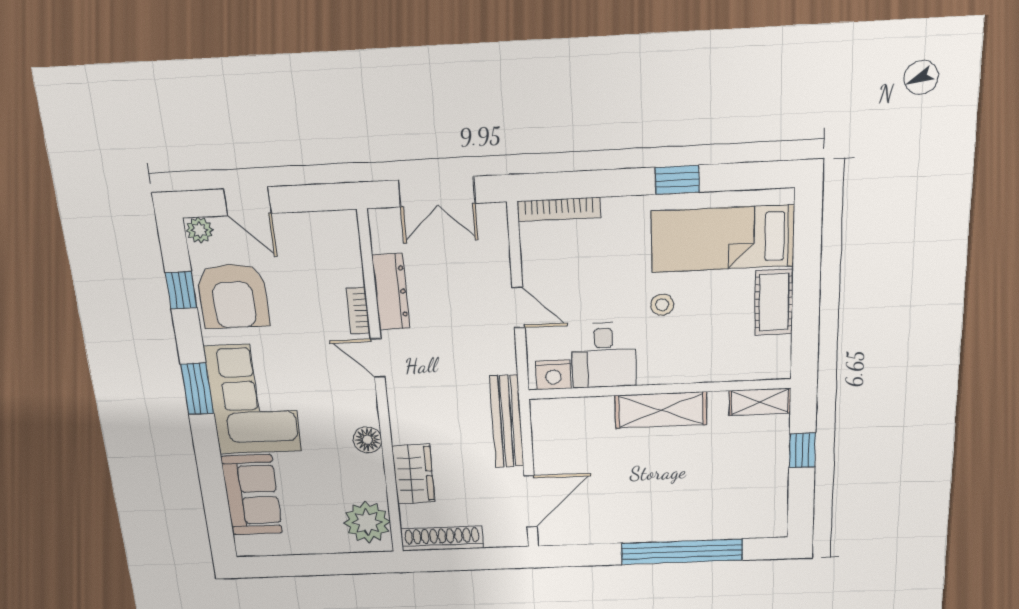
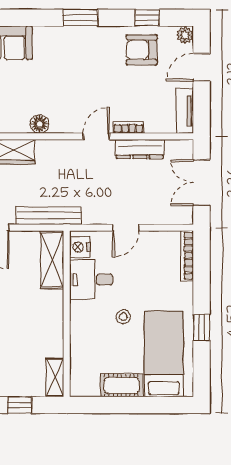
tv unit: (322, 224) -> (185, 111), added
armchair: (233, 296) -> (142, 50), width x0.73, depth x0.73
corner sofa: (253, 399) -> (72, 53), removed
shelving: (661, 410) -> (52, 260), moved

